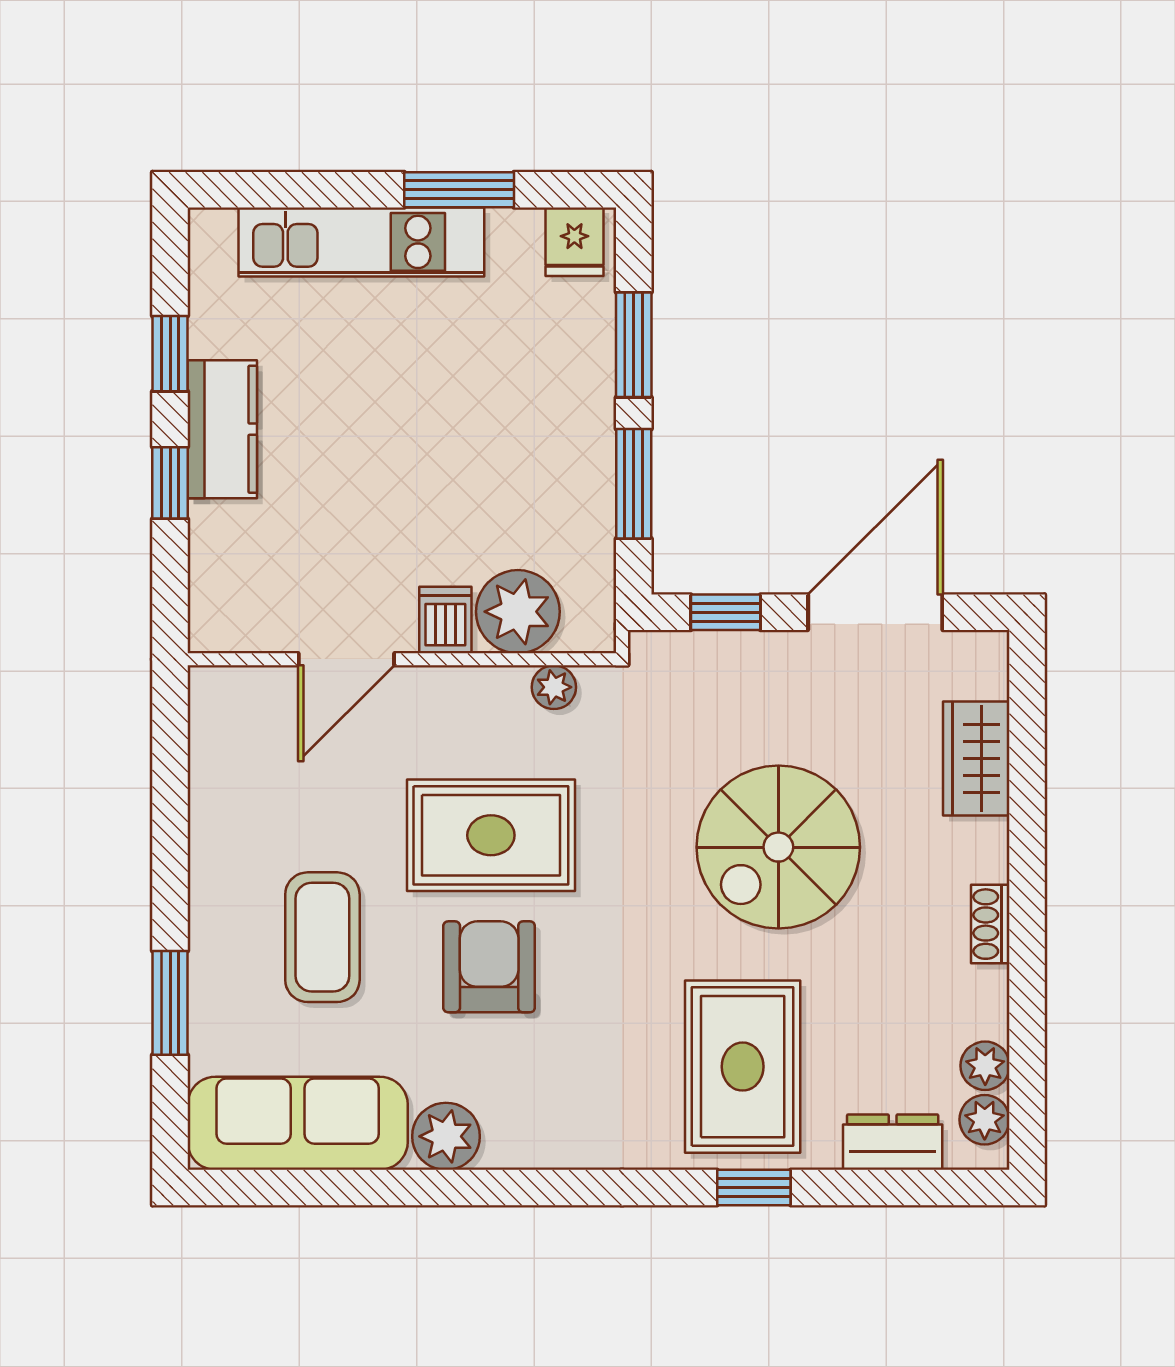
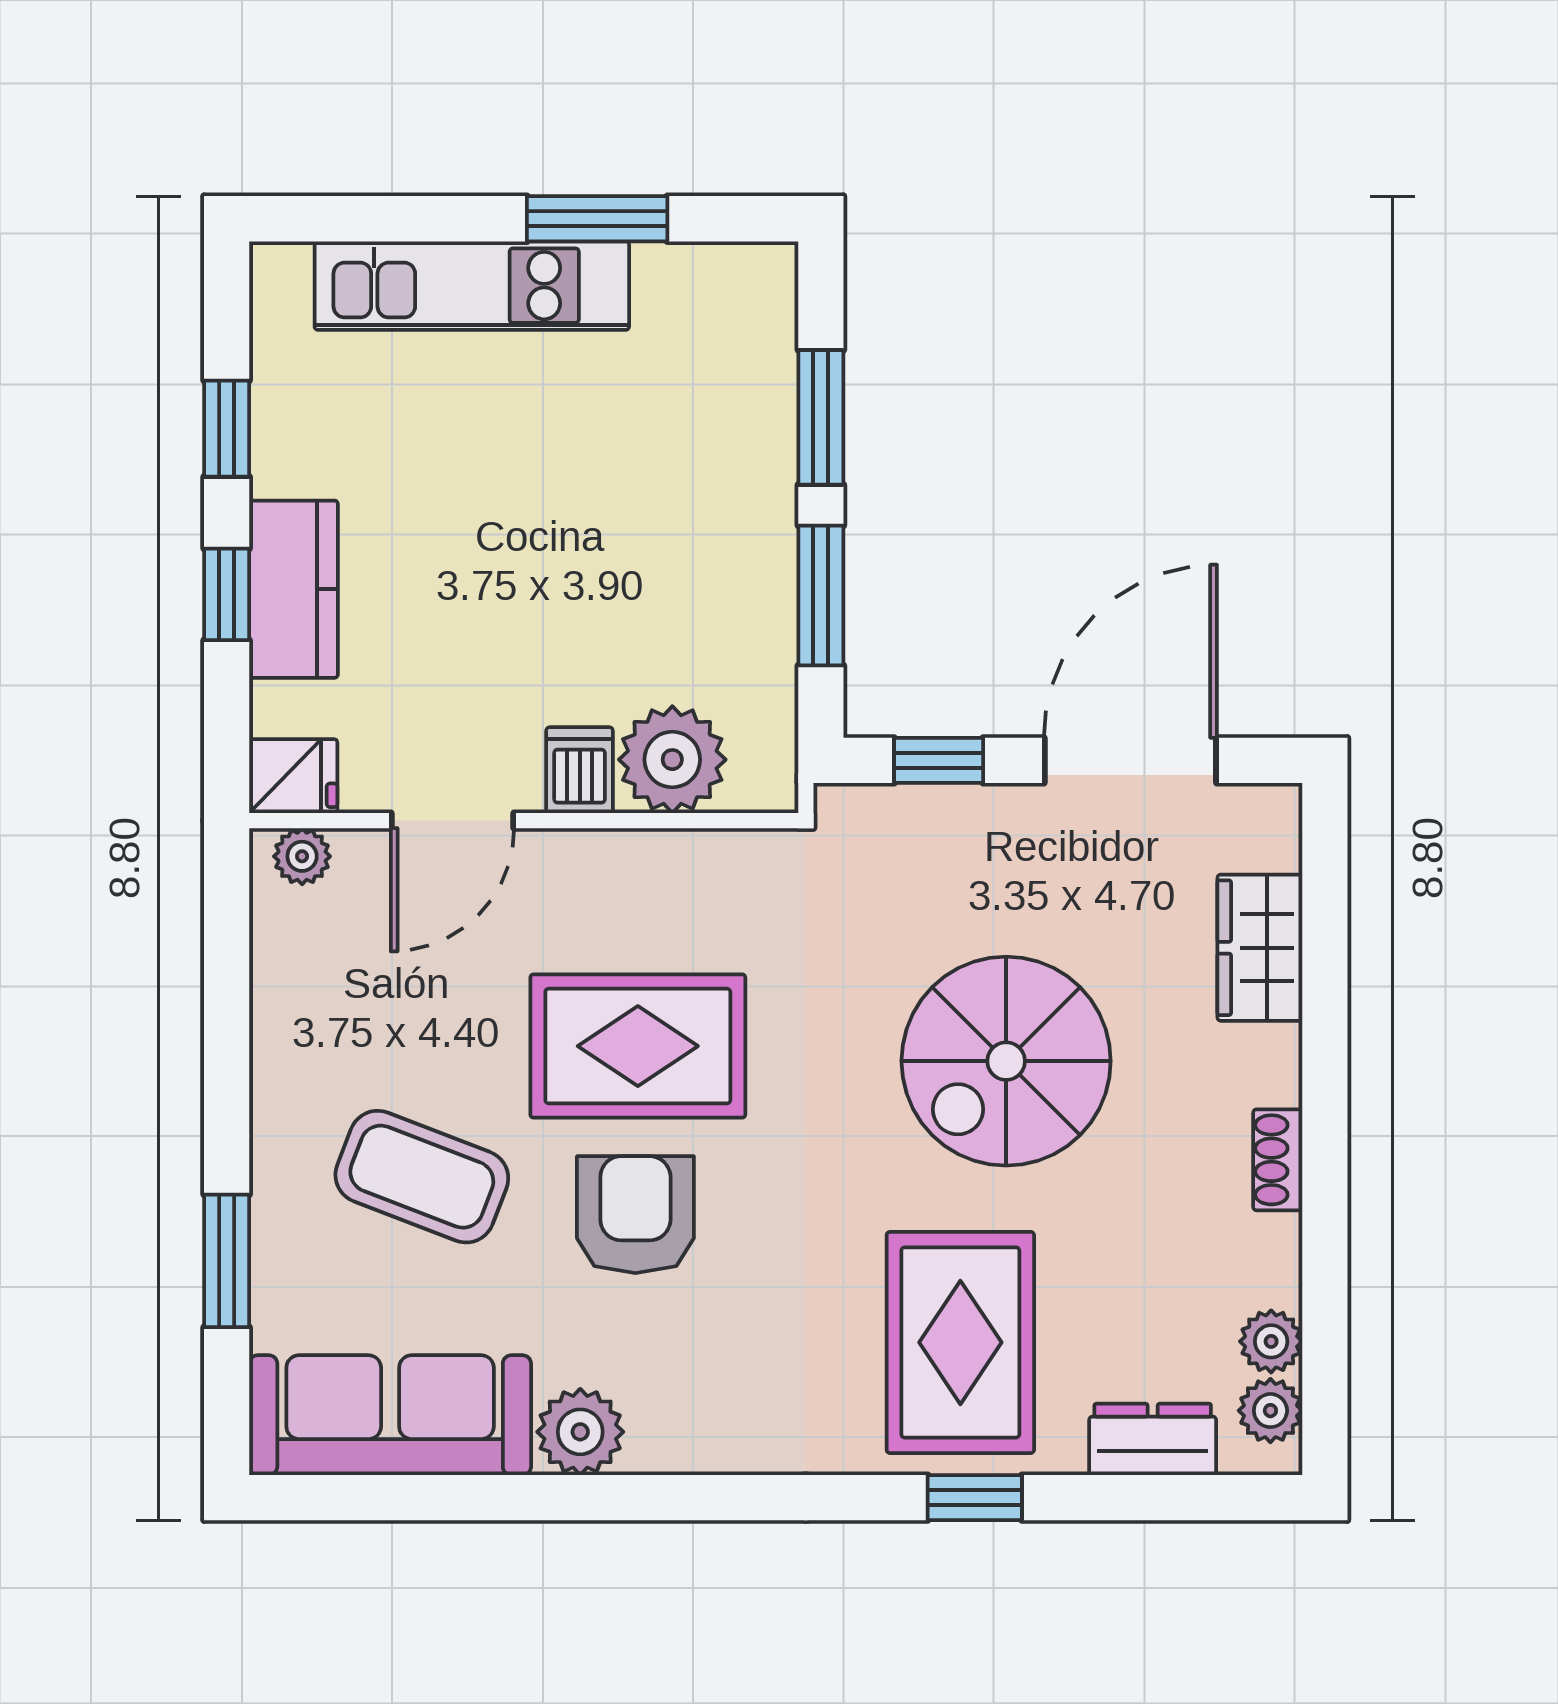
fridge: (574, 242) -> (293, 776), moved, turned -90
kitchen counter: (222, 429) -> (293, 589), moved
plant: (554, 687) -> (302, 856), moved
coffee table: (322, 937) -> (422, 1177), turned -69

